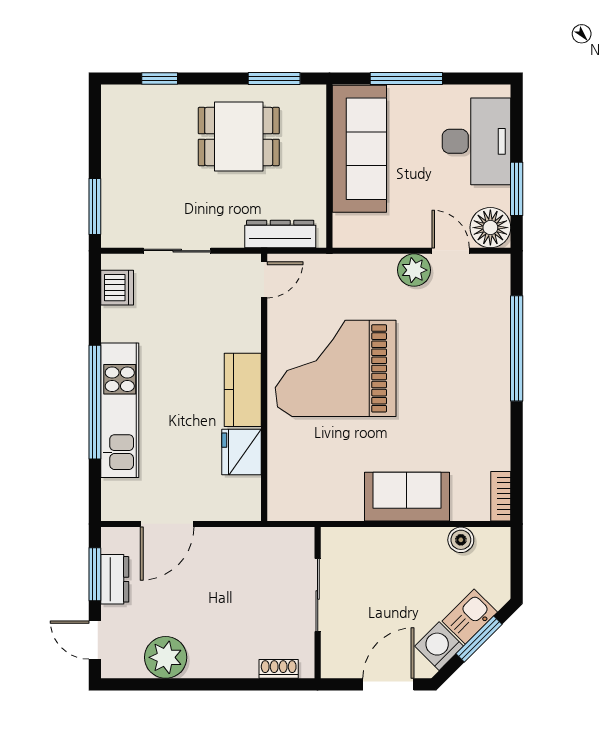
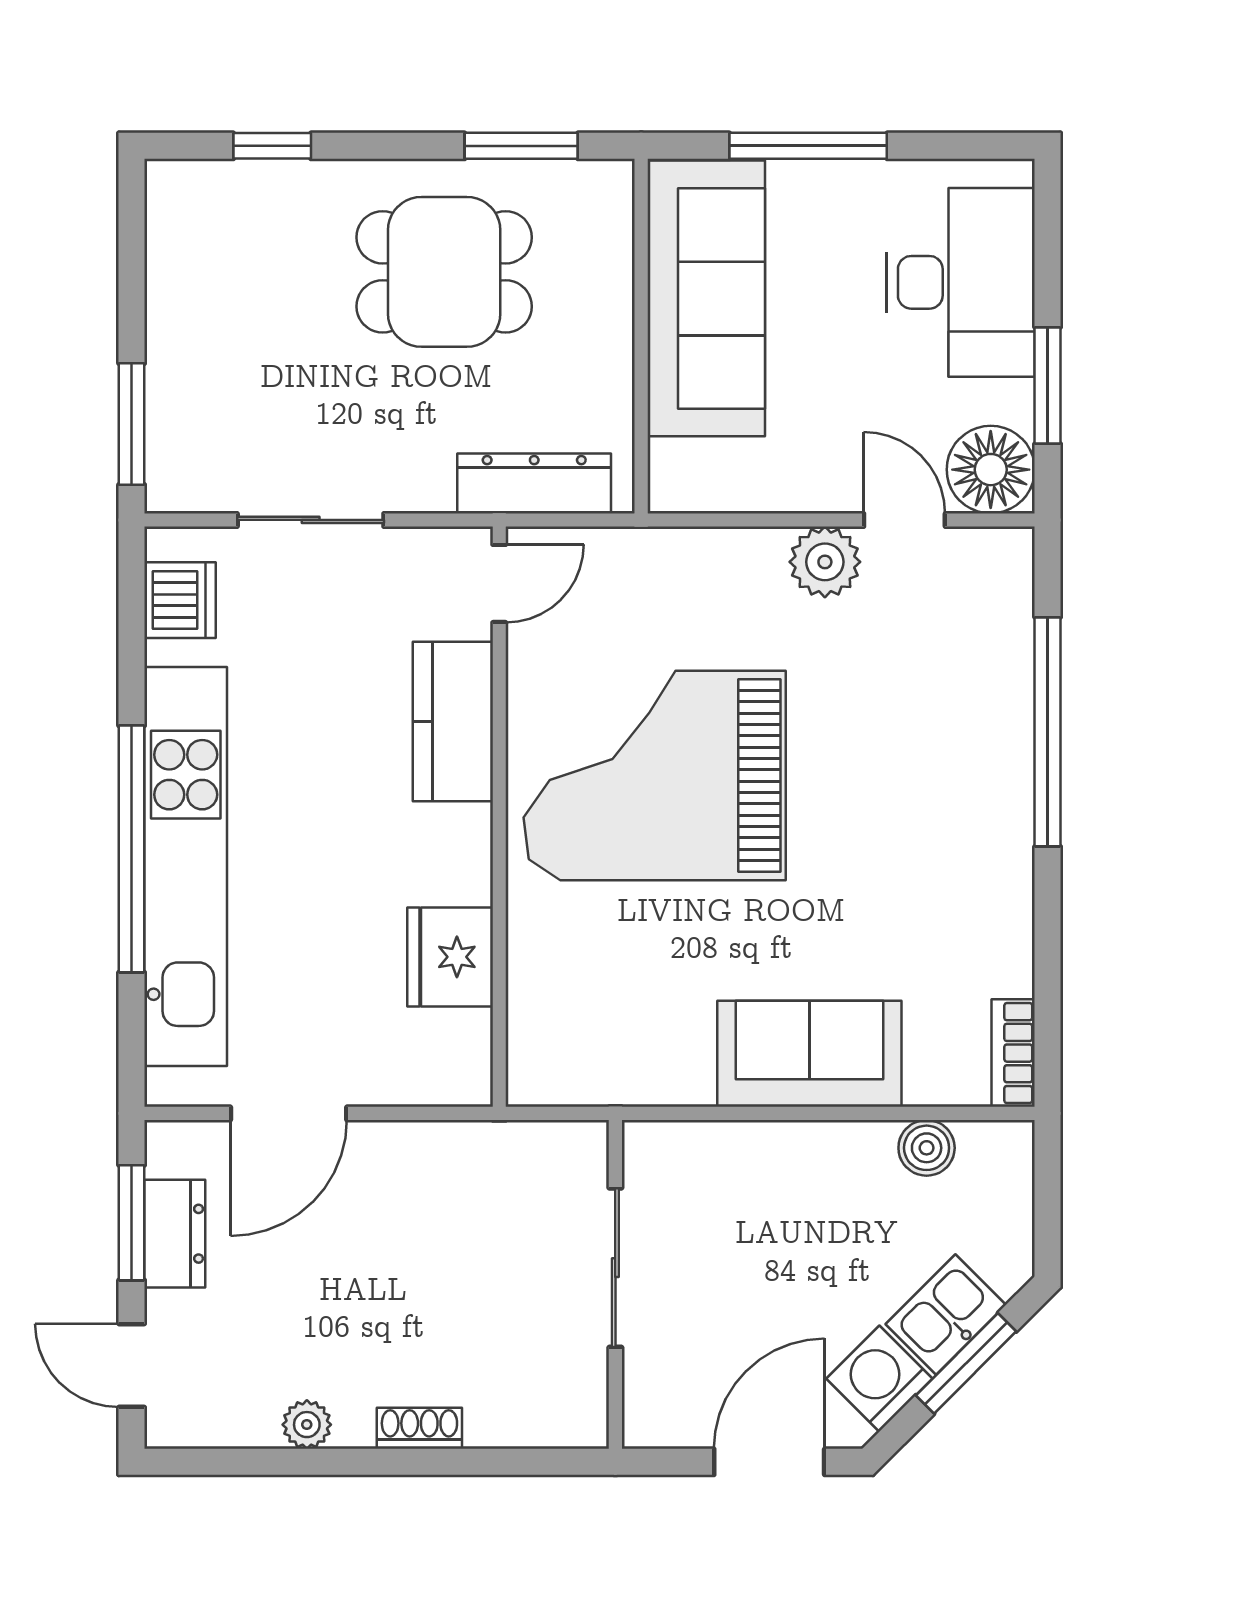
kitchen counter: (243, 390) -> (453, 721), moved
kitchen unit: (120, 410) -> (186, 866), width x1.36
plant: (166, 657) -> (307, 1425), width x0.53, depth x0.53
shoe rack: (279, 669) -> (419, 1428), moved

